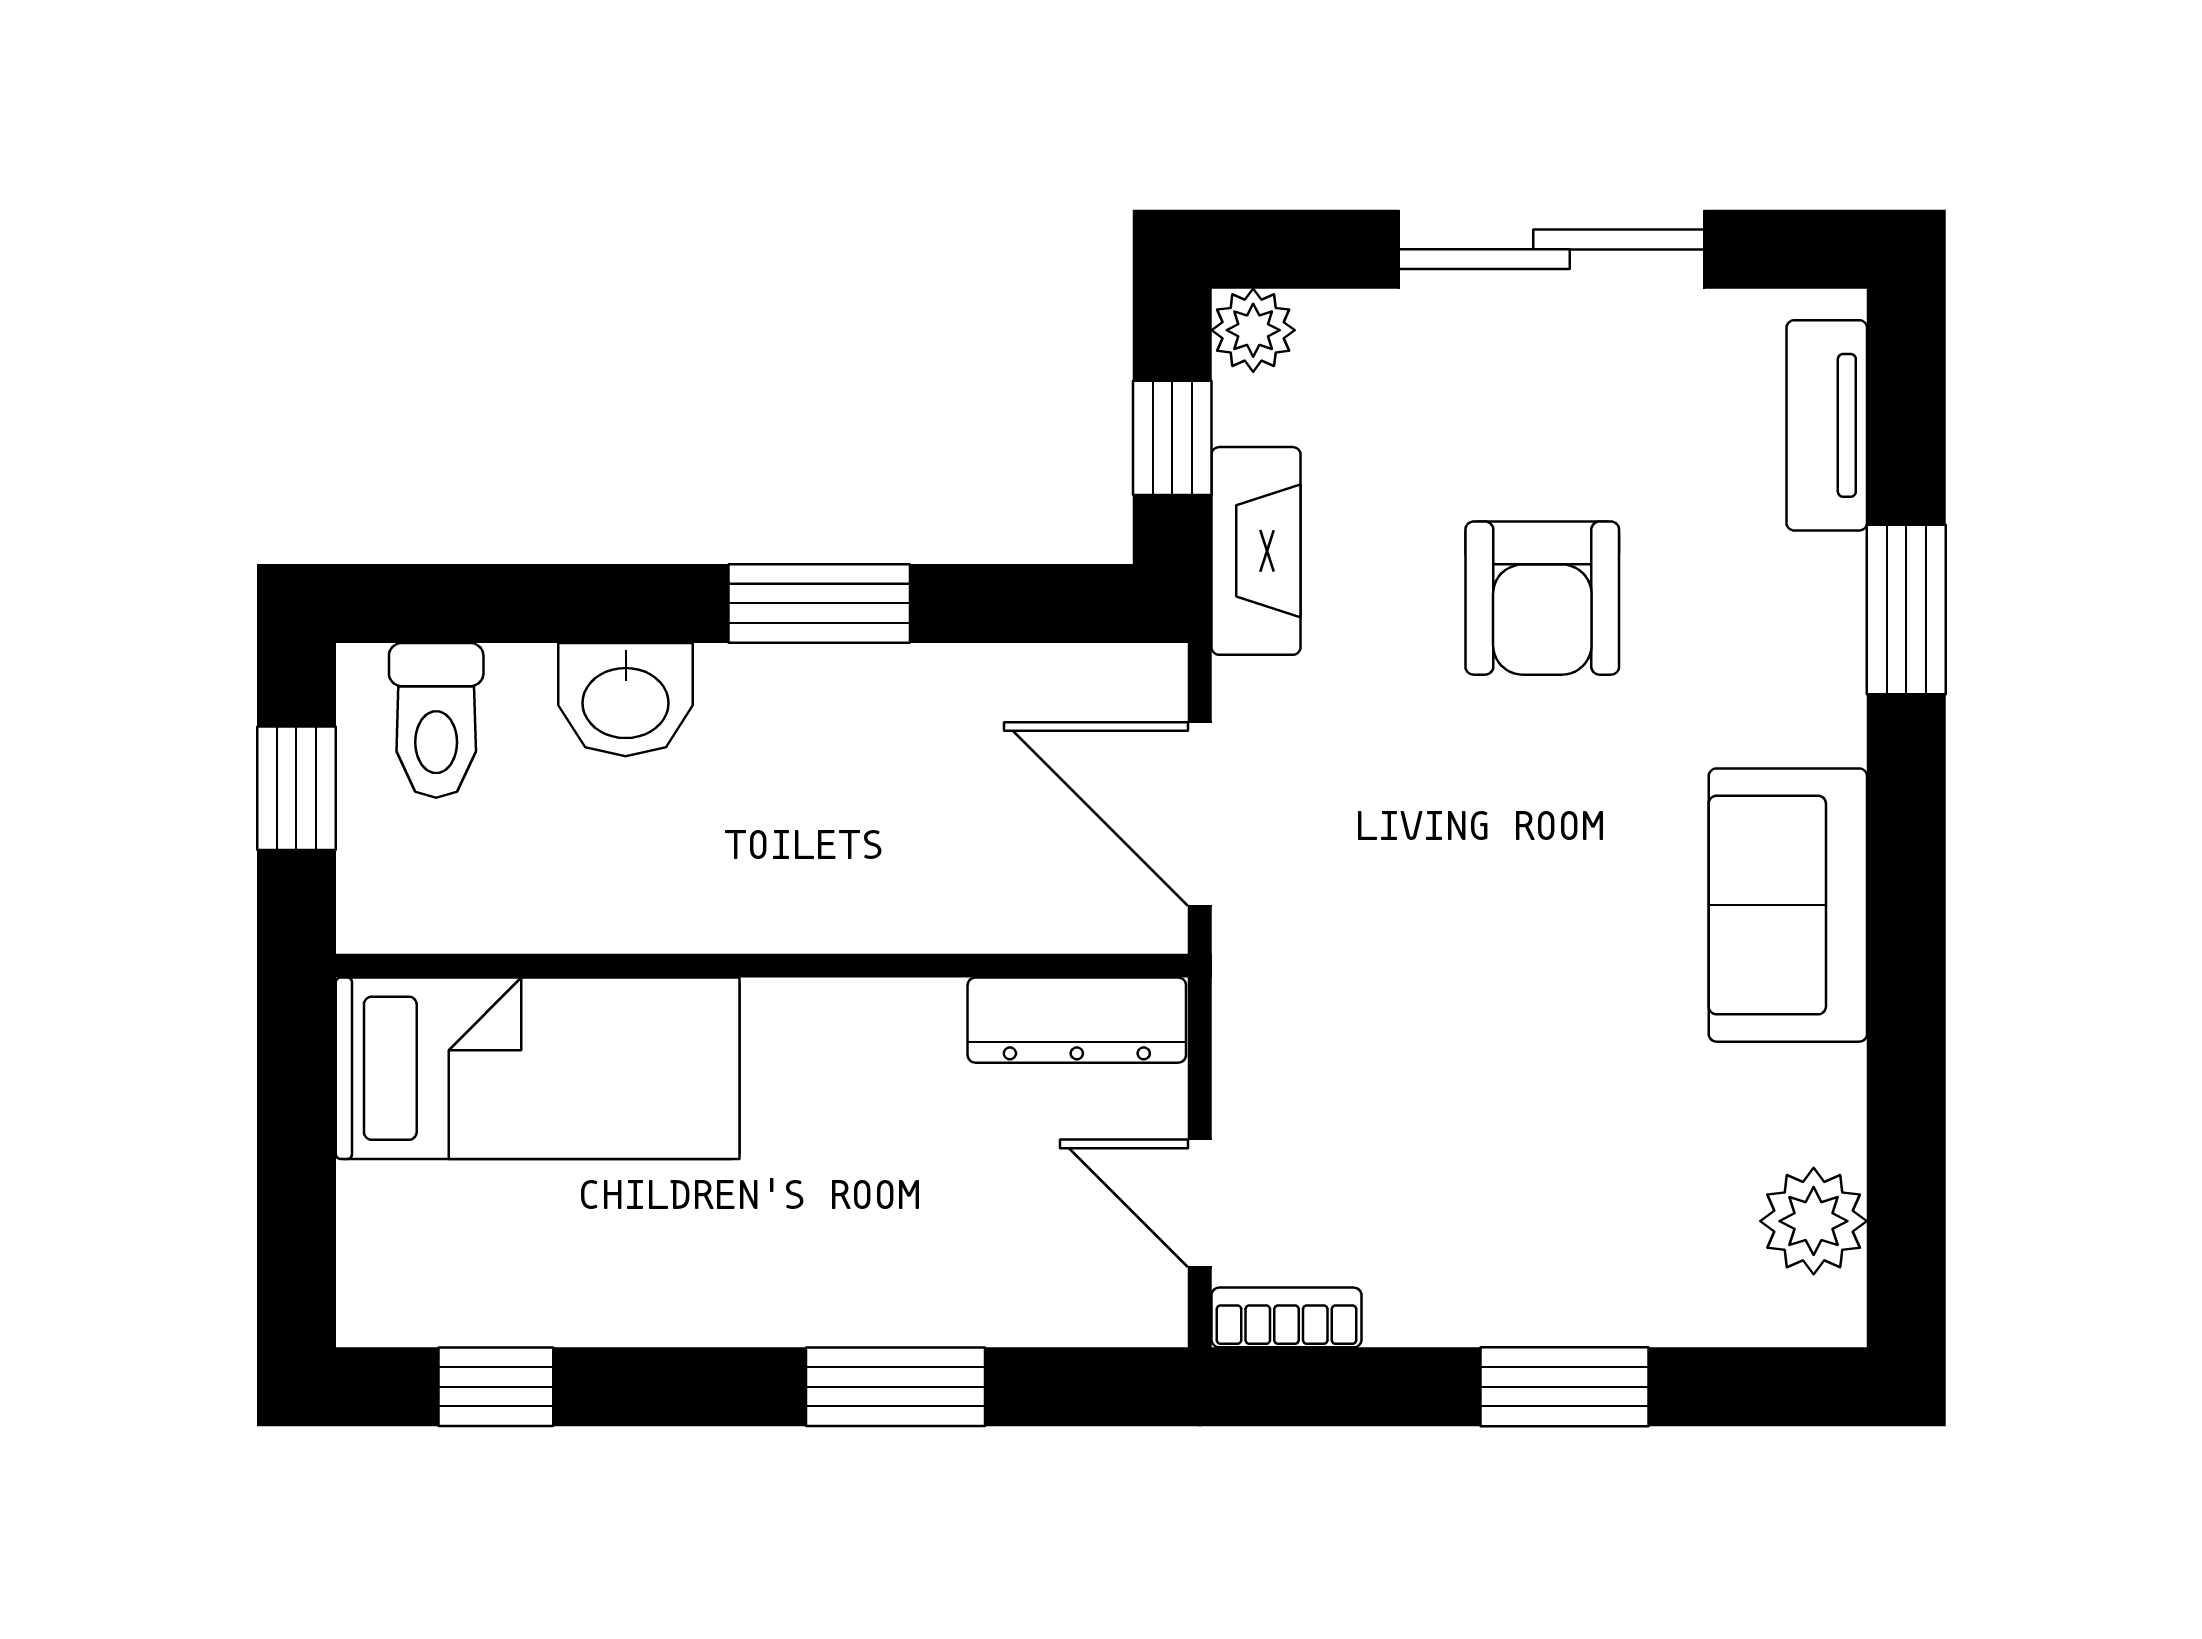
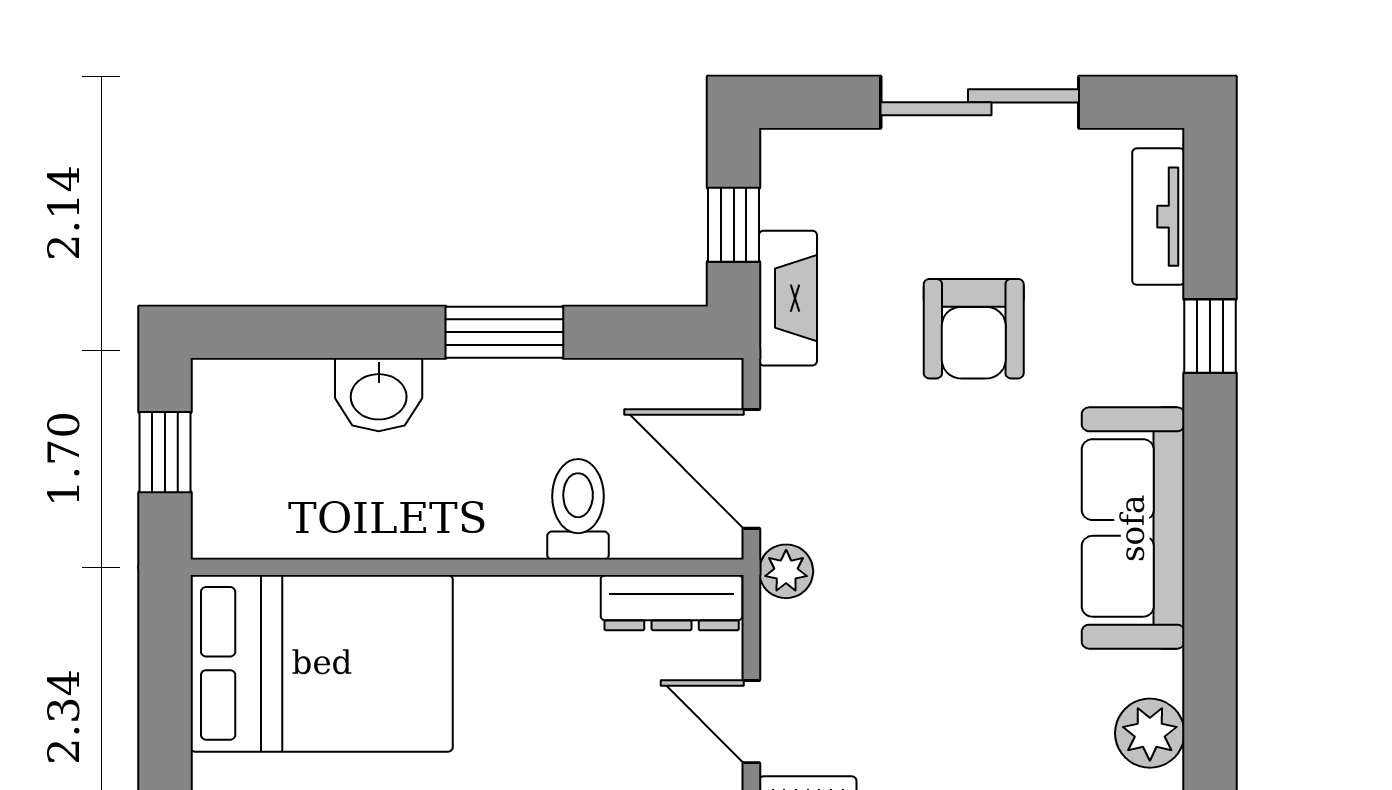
plant: (1253, 330) -> (786, 571), moved
window: (1906, 610) -> (1210, 336), width x0.67
toilet: (436, 720) -> (578, 509), moved, turned 180
sofa: (1788, 905) -> (1133, 528), width x1.36
bed: (538, 1068) -> (322, 663), width x1.50

